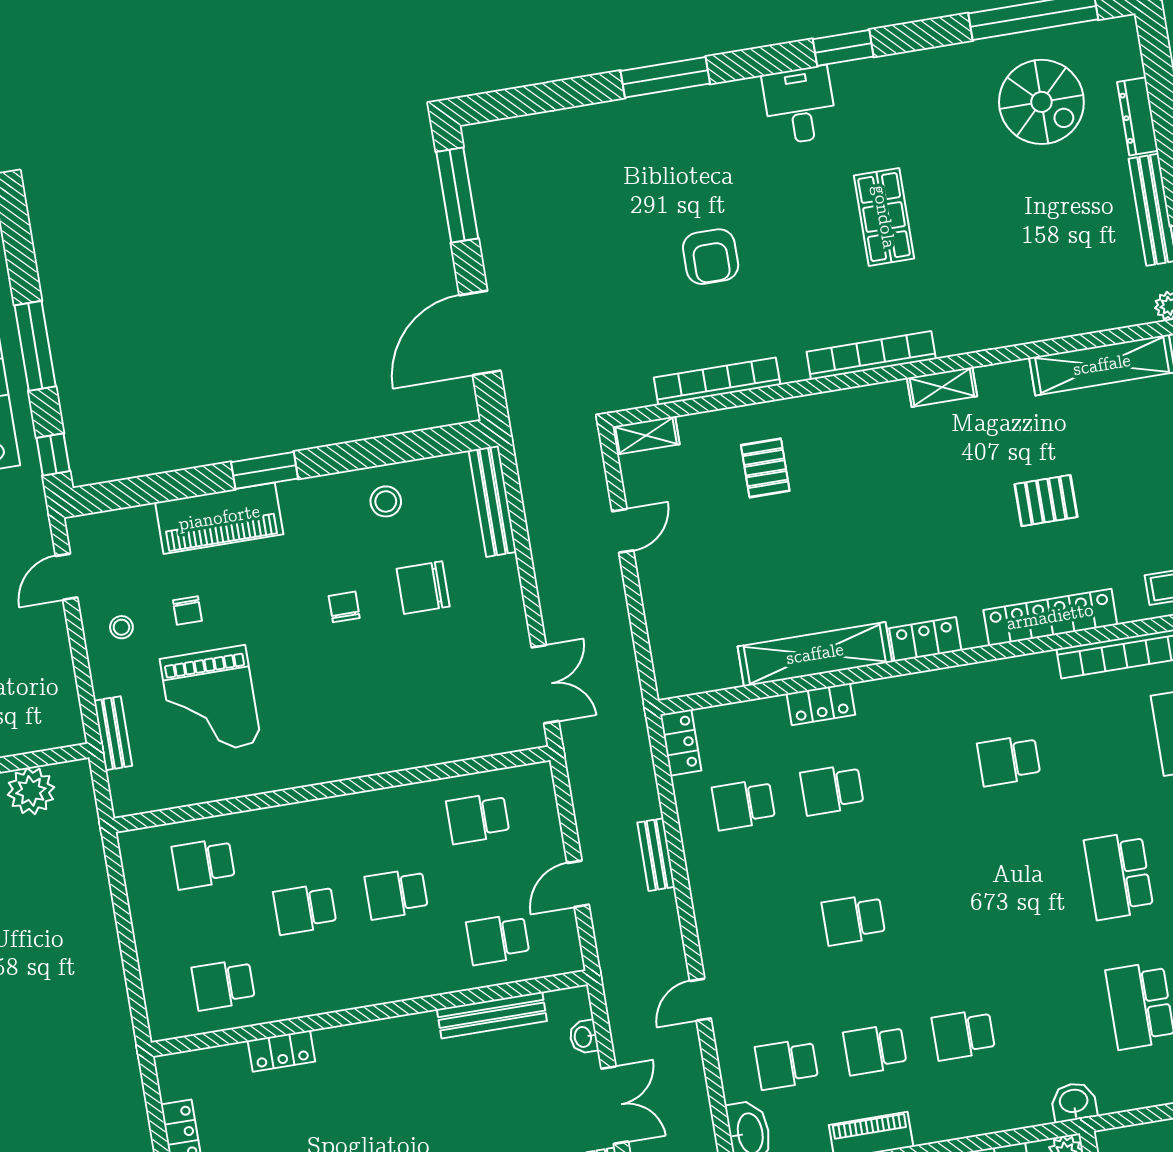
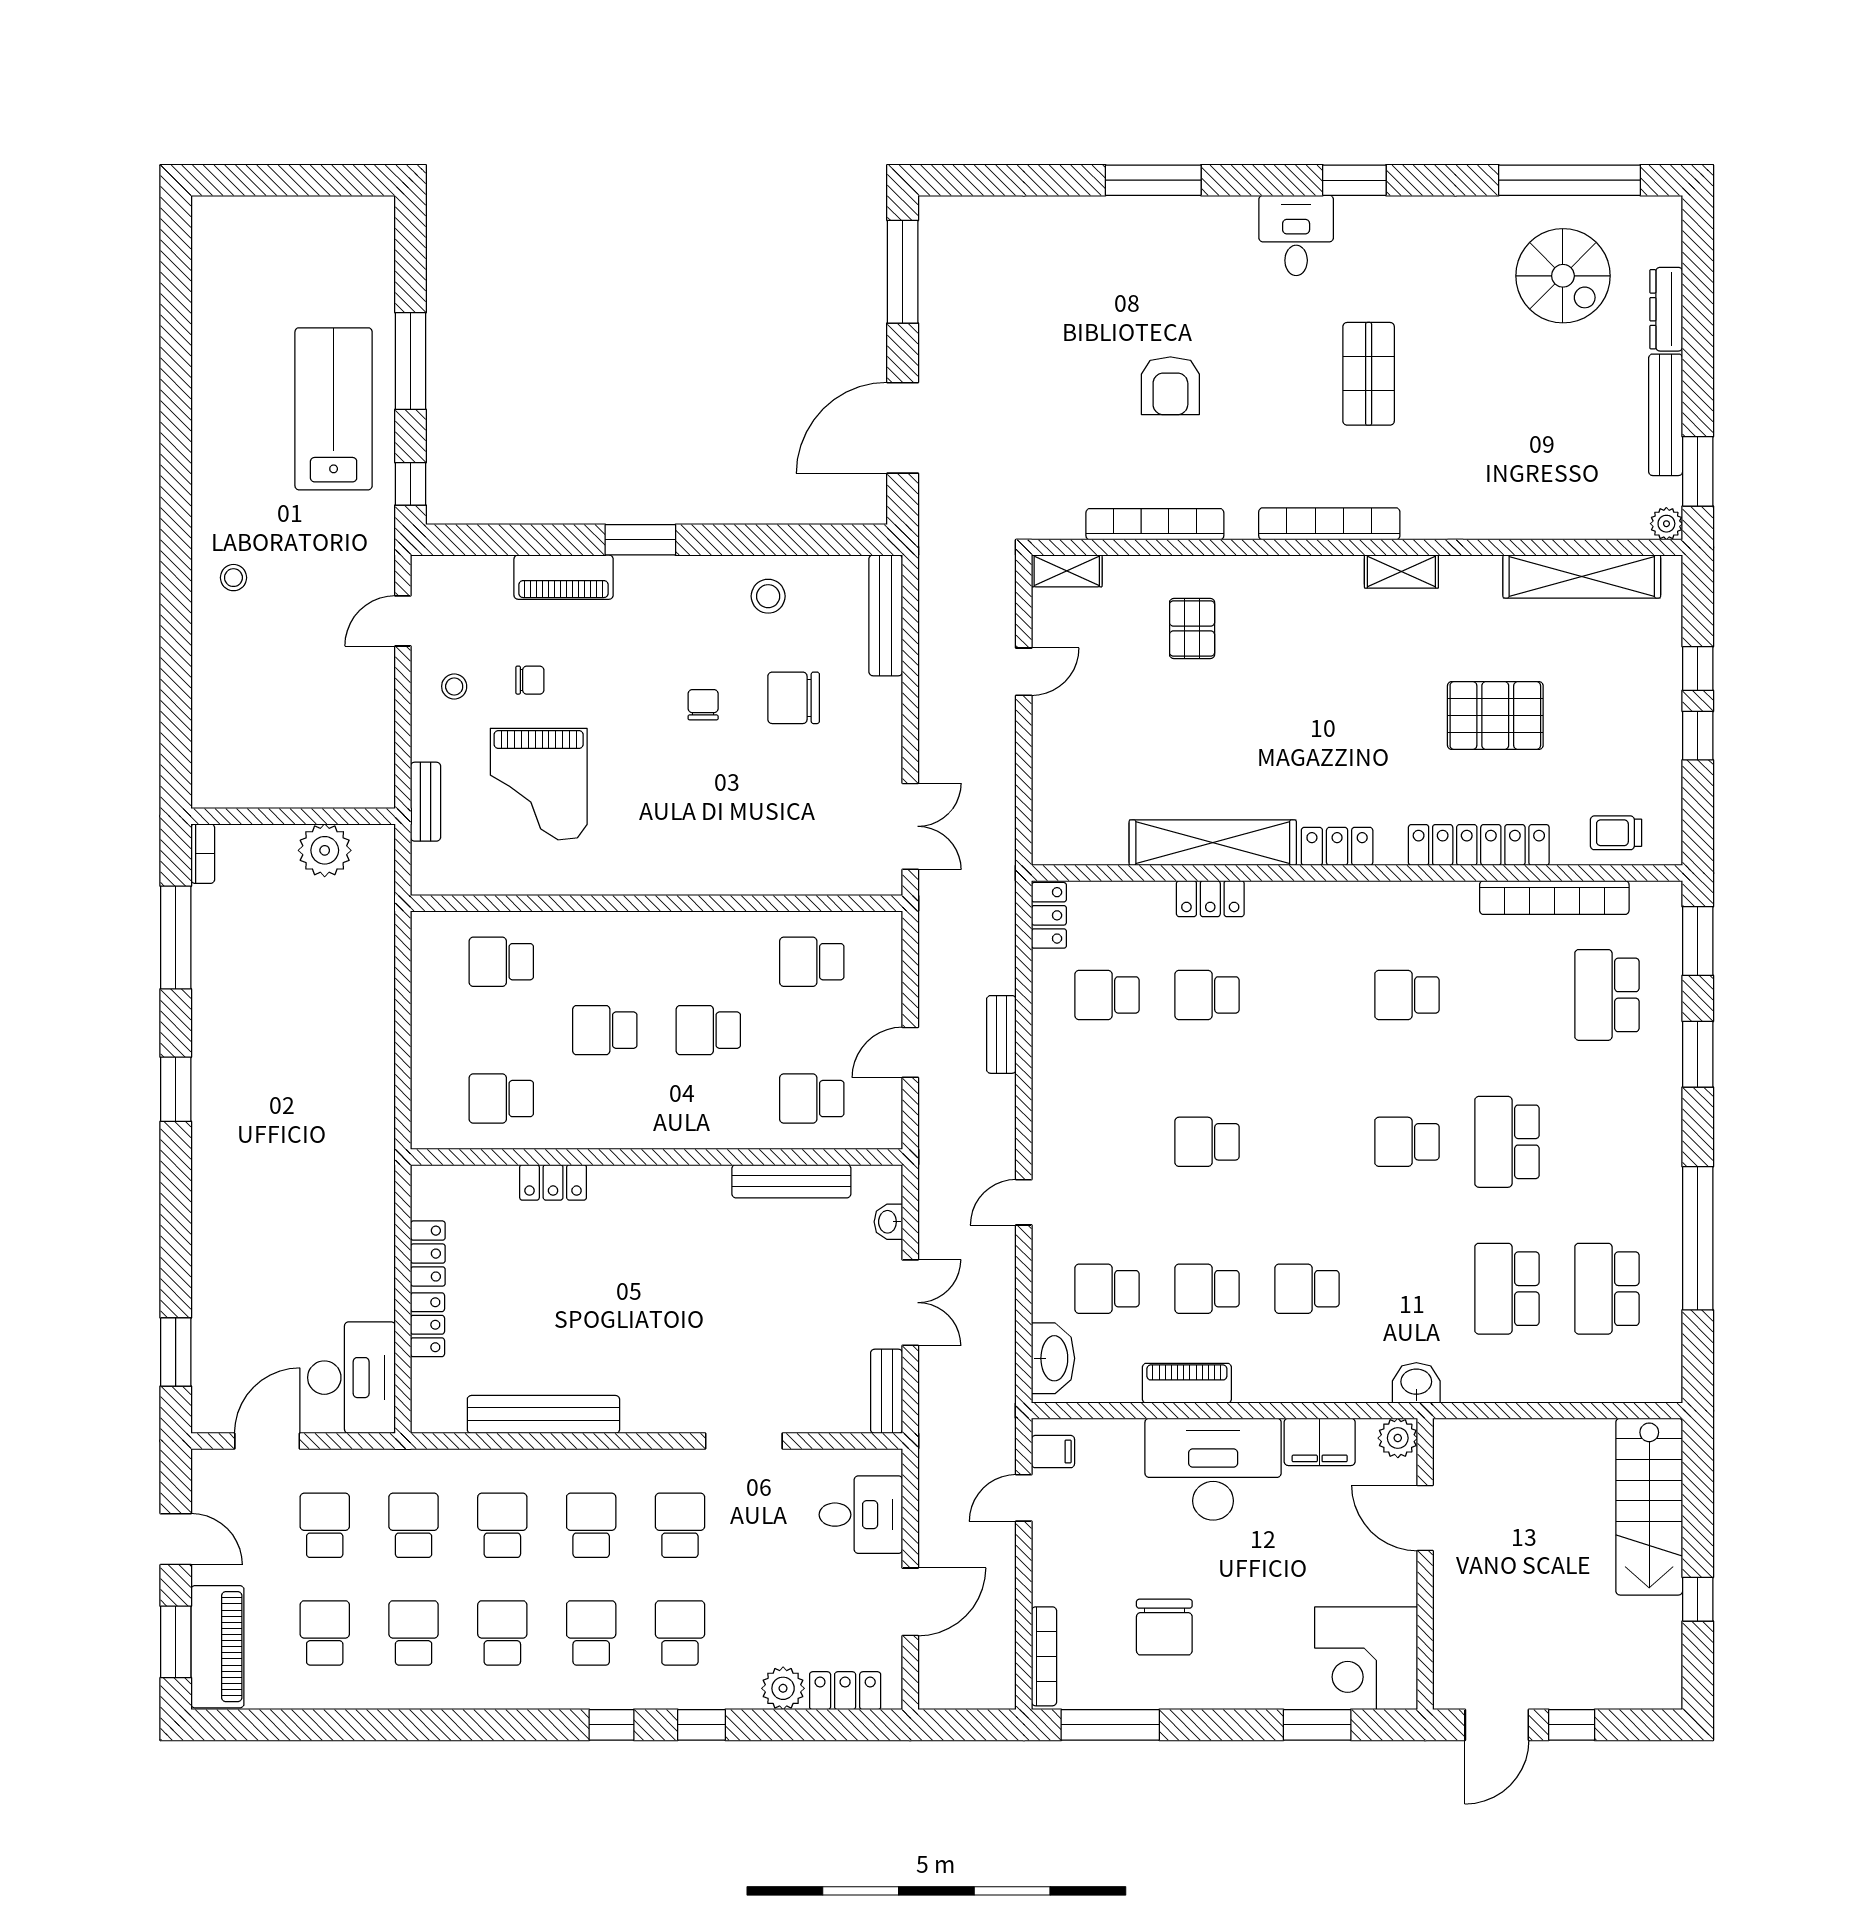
pallet: (1046, 501) -> (1495, 716), width x1.50, depth x1.42
piano: (219, 518) -> (564, 577), width x0.73, depth x0.75
chair: (187, 610) -> (530, 680), turned -90
school desk: (1030, 890) -> (1407, 1142), added

